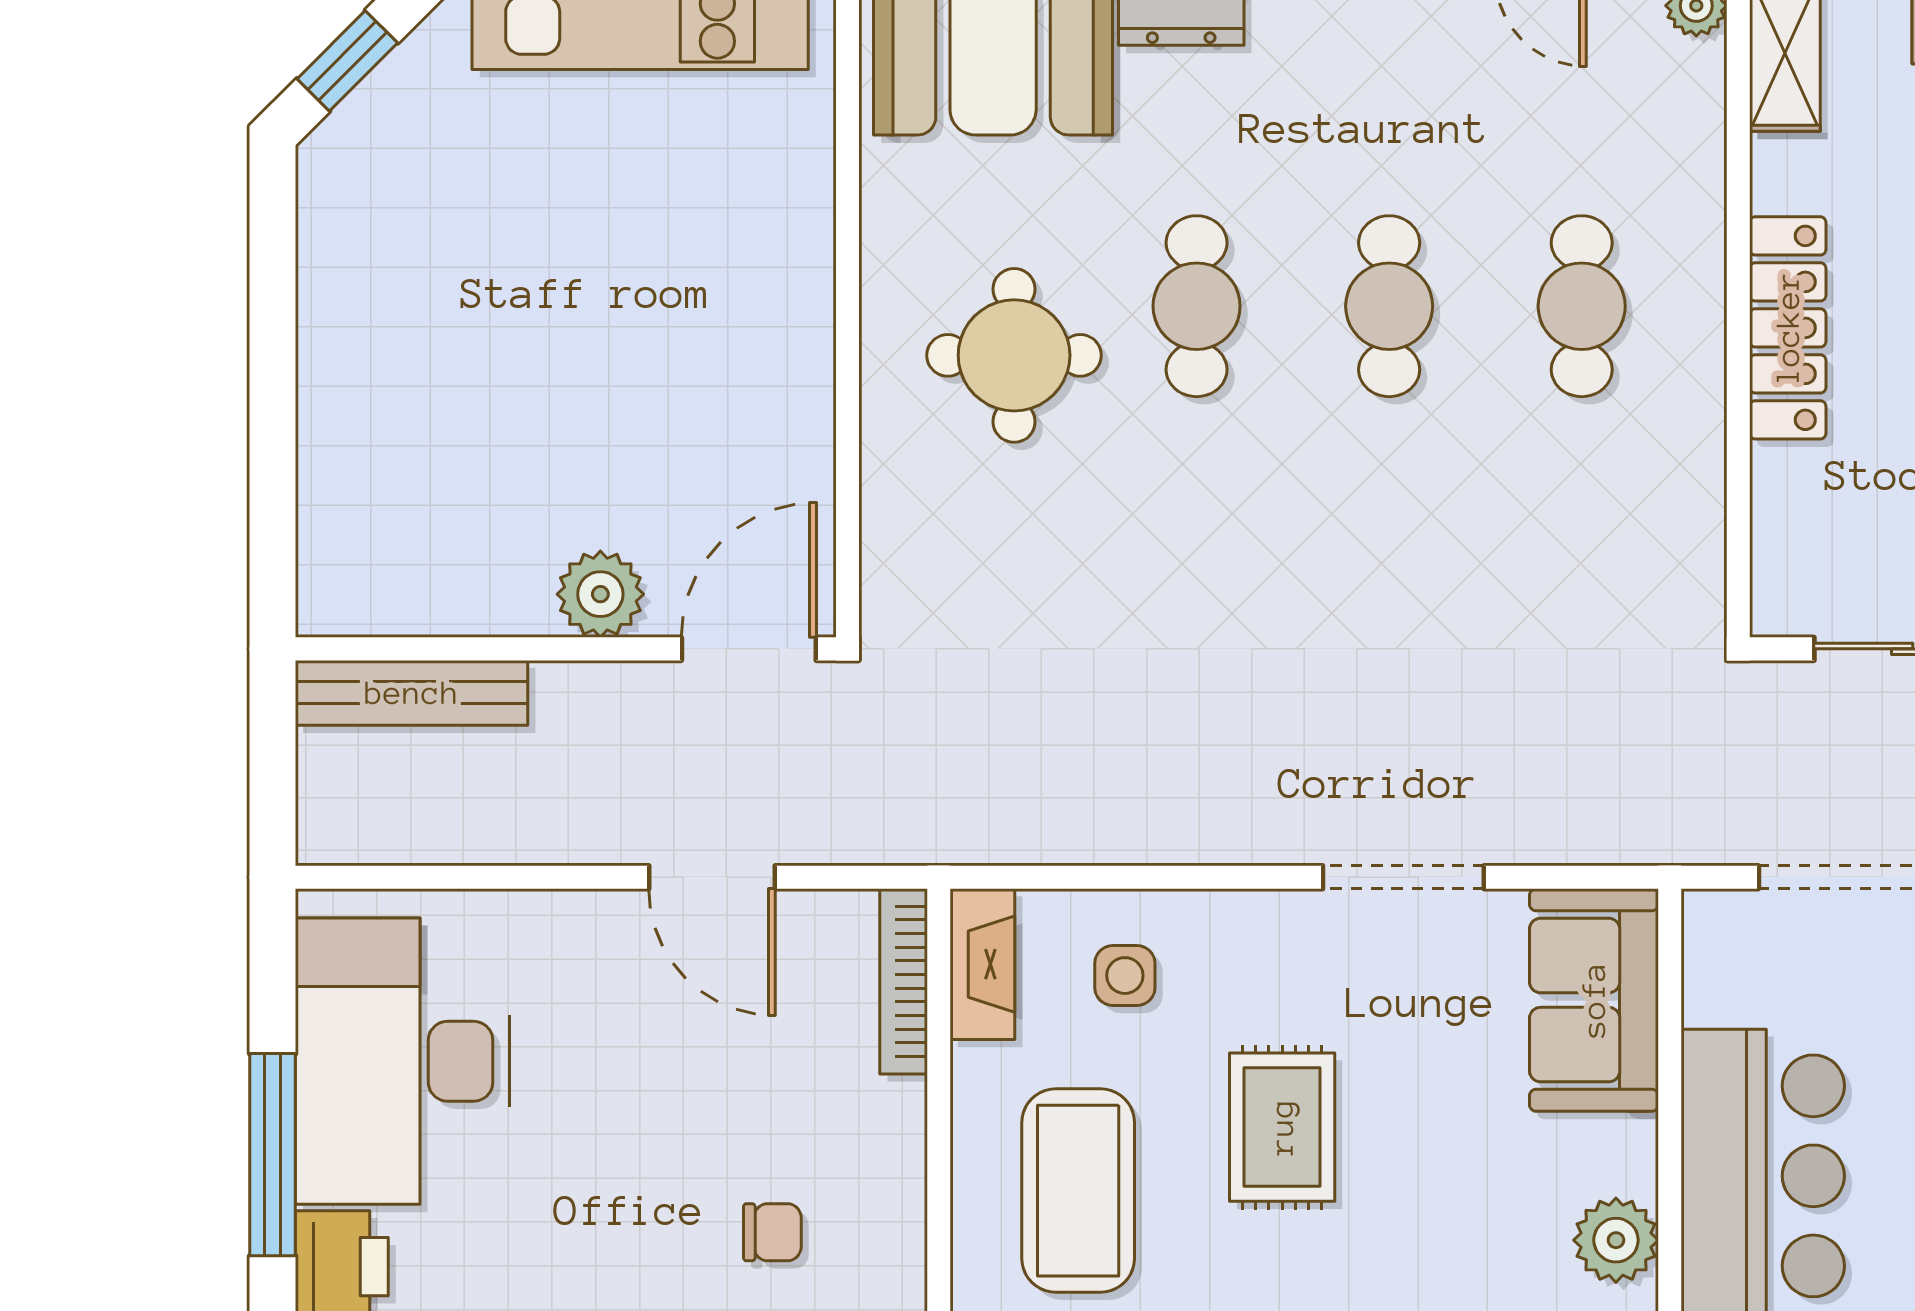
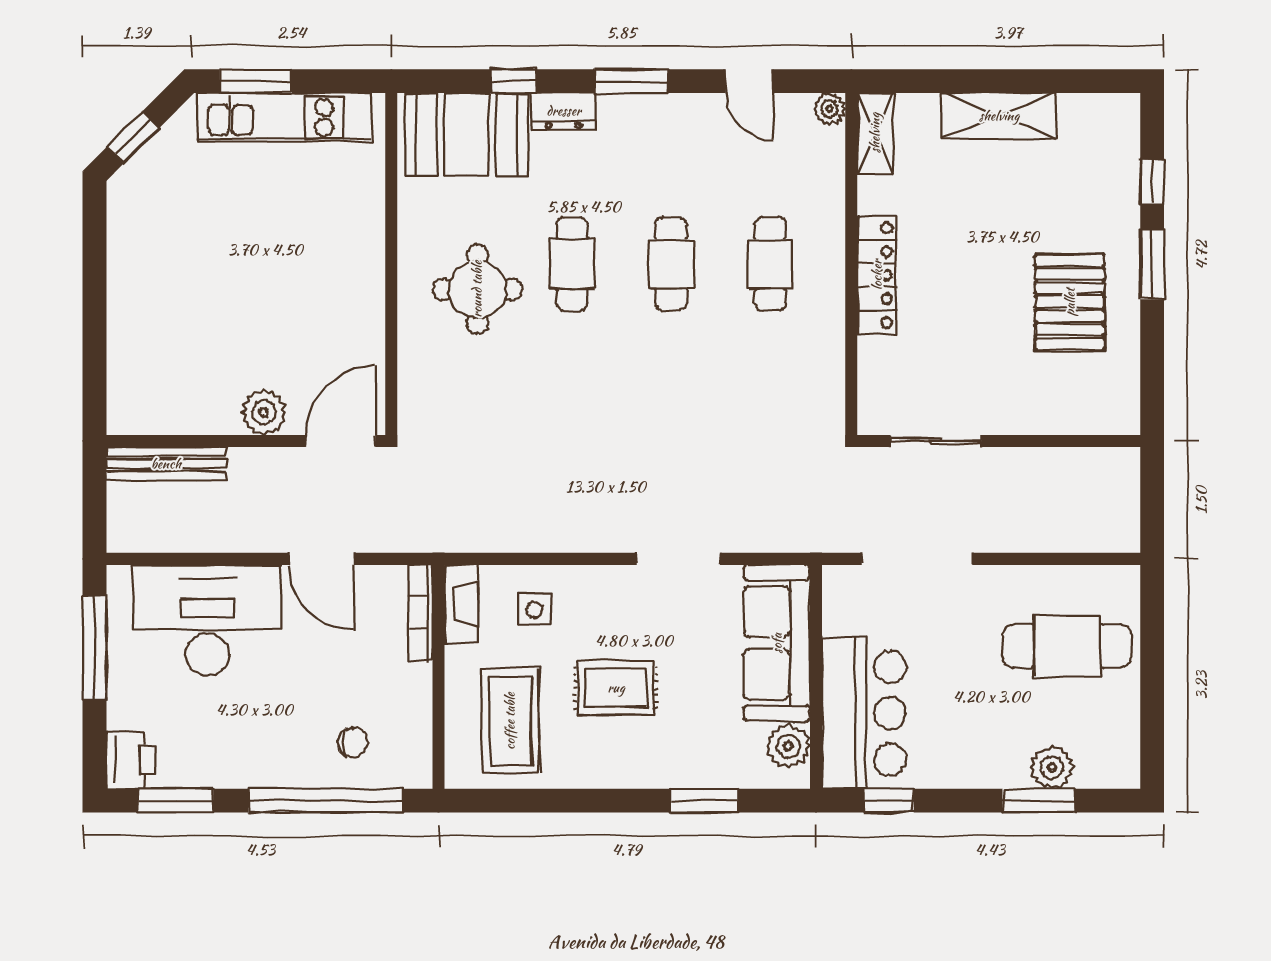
sofa: (1594, 1000) -> (777, 643), width x1.36
desk: (403, 1061) -> (207, 620), moved, turned 90
rug: (1282, 1127) -> (616, 688), turned 90
window: (273, 1155) -> (94, 647), moved

